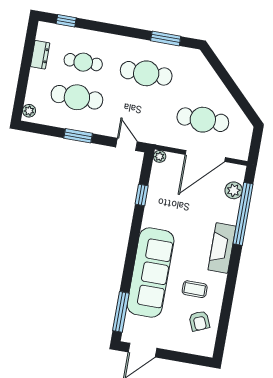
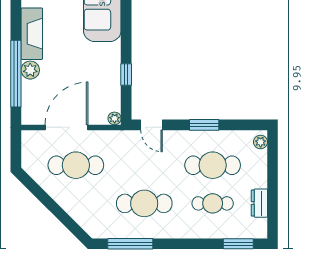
window: (66, 21) -> (238, 244), width x1.50
window: (166, 38) -> (130, 244), width x1.44
plant: (234, 190) -> (30, 70), moved

